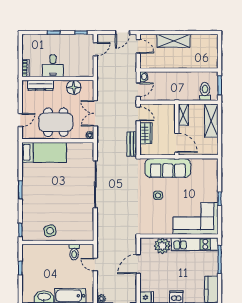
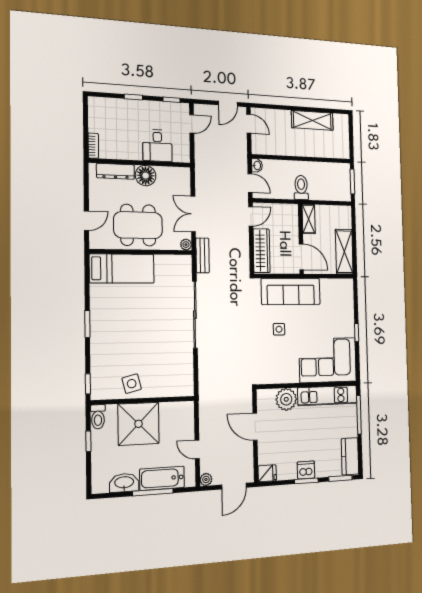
shelving: (173, 41) -> (312, 120), moved
desk: (53, 66) -> (157, 146), moved
floor lamp: (74, 87) -> (146, 176), moved
door: (138, 90) -> (250, 183), hinge flipped
toilet: (205, 92) -> (301, 188), moved
door: (138, 114) -> (251, 216), hinge flipped
shelving: (211, 121) -> (344, 252), moved
wardrobe: (146, 133) -> (262, 251), width x1.50
bench: (132, 144) -> (203, 255), moved
toilet: (74, 252) -> (98, 417), moved
shower: (54, 258) -> (139, 424), added
door: (95, 264) -> (197, 449), moved
door: (138, 264) -> (255, 427), hinge flipped

